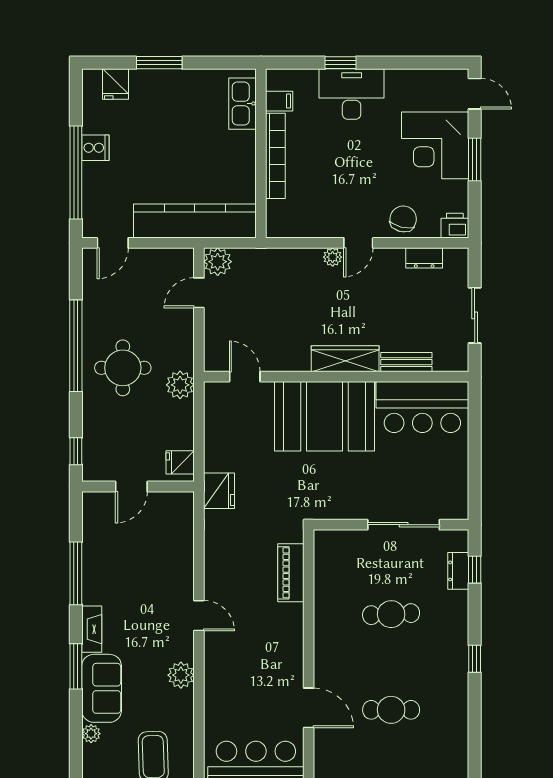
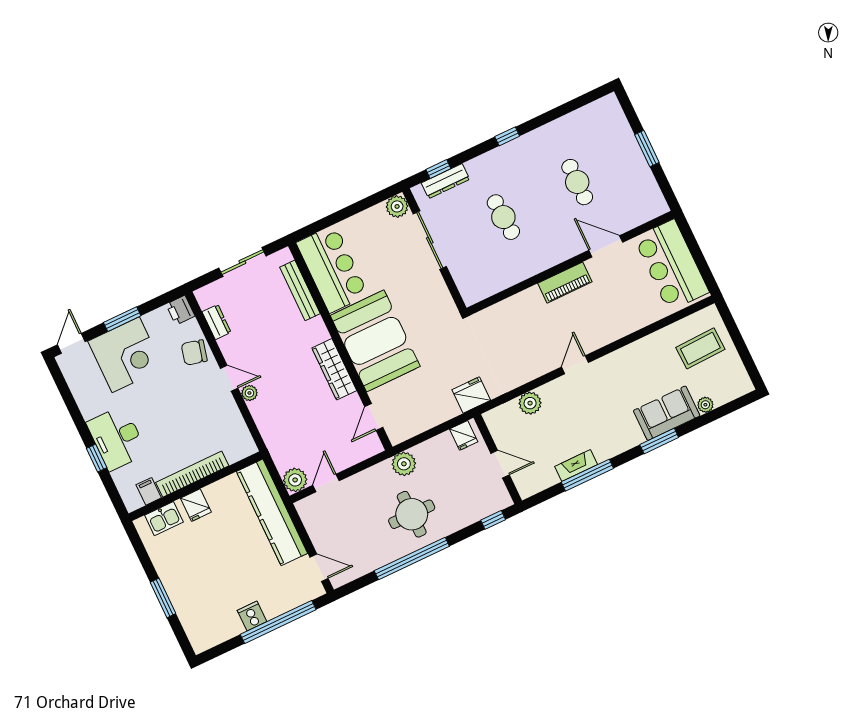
fridge: (115, 84) -> (196, 505), moved, turned 90
kitchen sink: (243, 104) -> (164, 519), width x0.73
door: (199, 293) -> (326, 483), swing flipped
wardrobe: (345, 359) -> (334, 369), moved
bench: (406, 362) -> (300, 290), width x1.36
plant: (456, 507) -> (397, 206), added
dresser: (458, 571) -> (445, 181), width x1.44
piano: (291, 573) -> (565, 283), moved
fireplace: (92, 629) -> (576, 465), moved
plant: (181, 675) -> (530, 403), moved
door: (309, 708) -> (606, 246), hinge flipped

